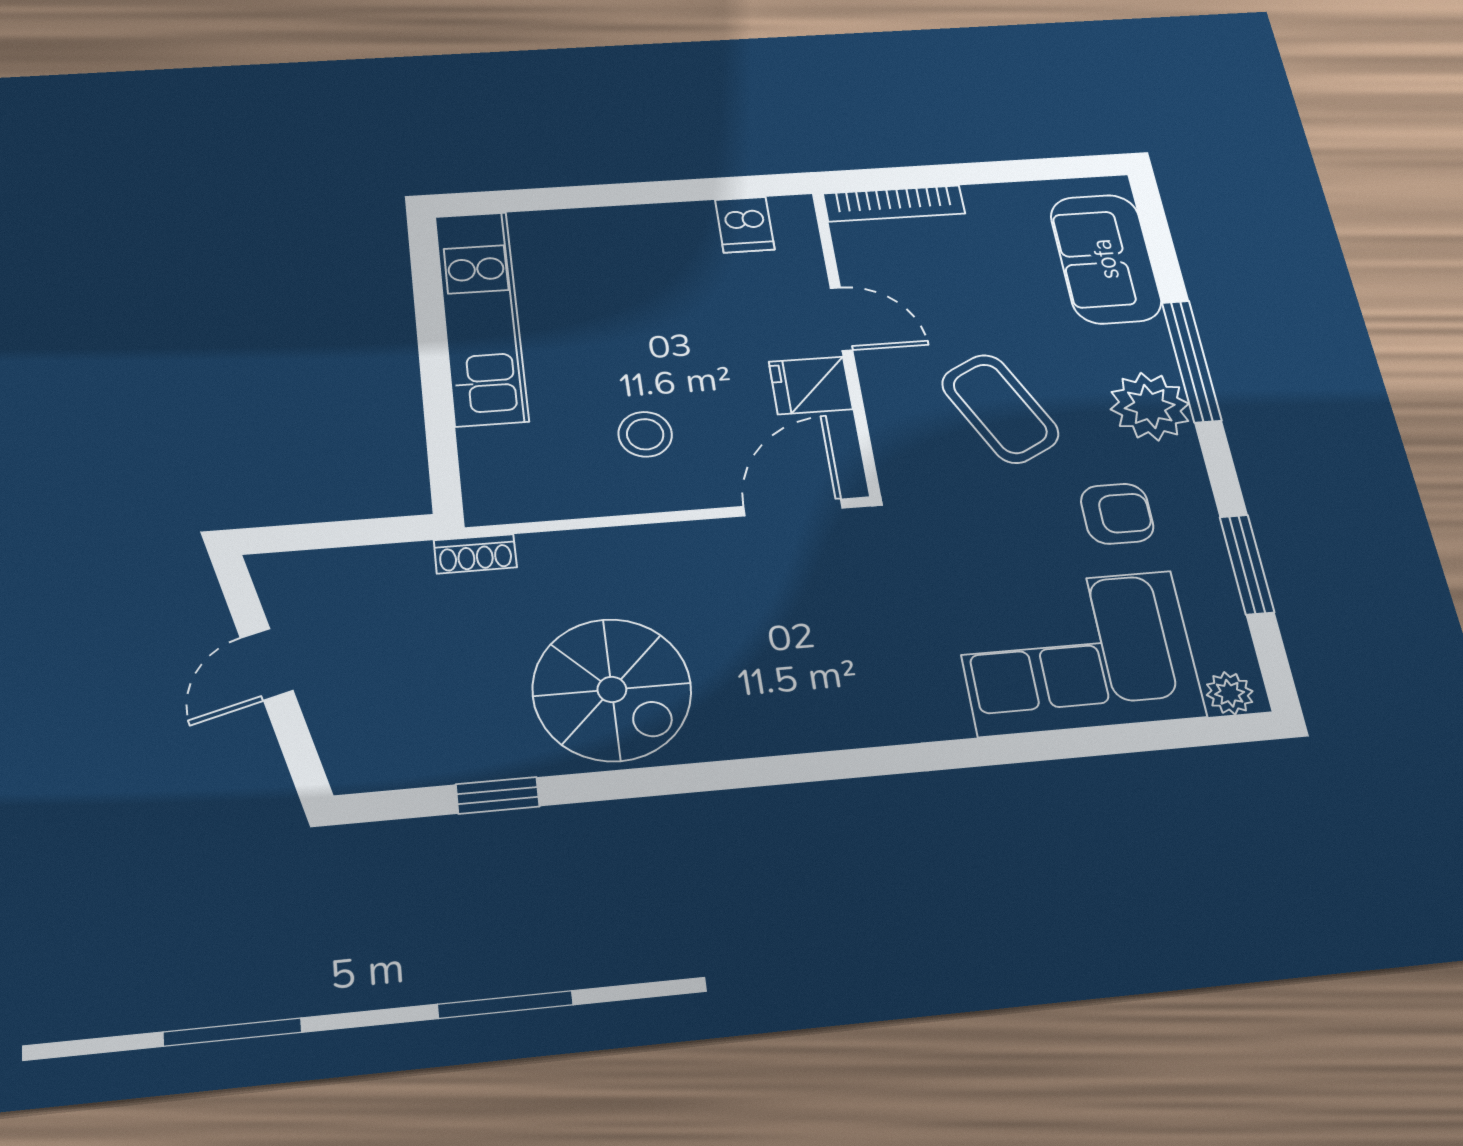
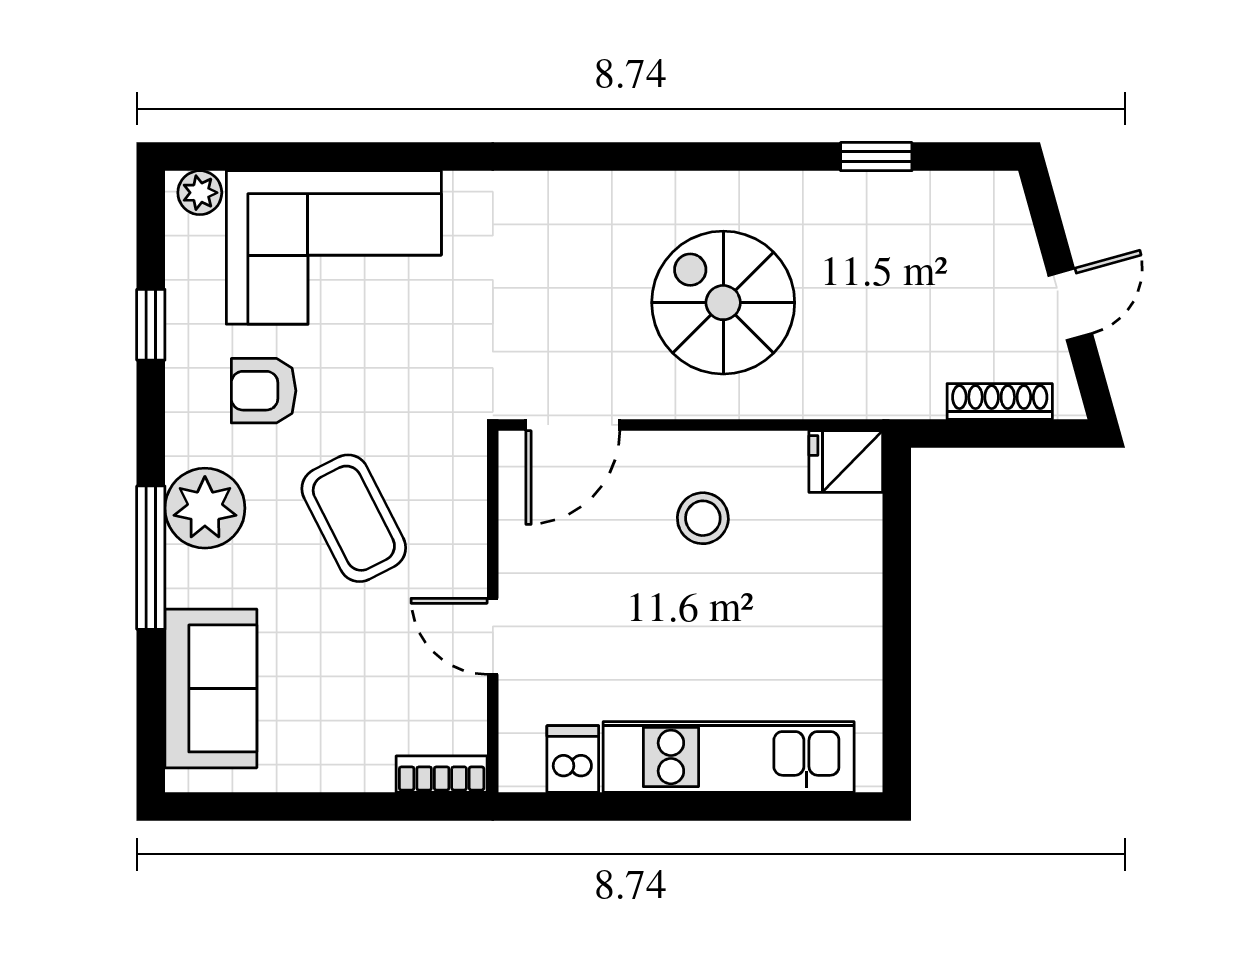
bookcase: (894, 203) -> (442, 774), width x0.64
kitchen unit: (481, 317) -> (729, 757), moved, turned 90
fridge: (811, 385) -> (846, 462), moved, turned 180
shoe rack: (475, 554) -> (1000, 401), moved, width x1.43
window: (1247, 564) -> (151, 325), width x0.67
spiral stairs: (612, 689) -> (723, 303), moved

